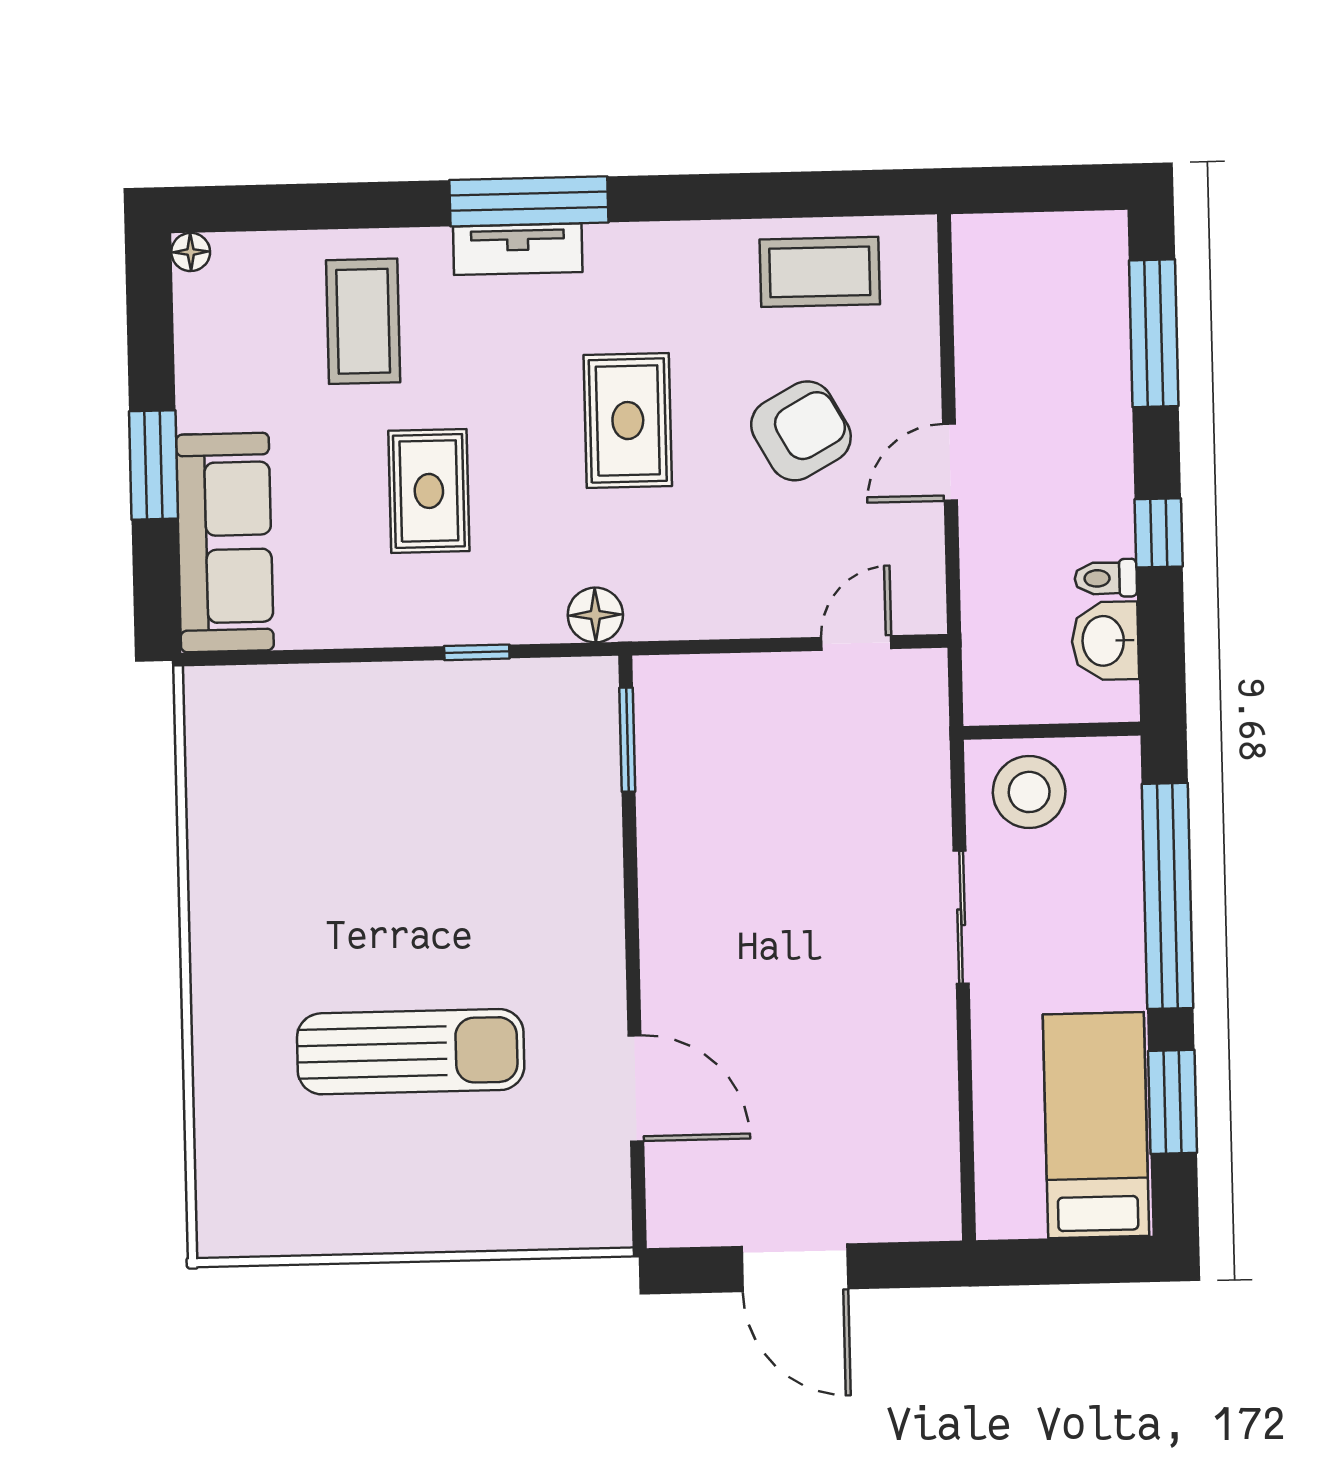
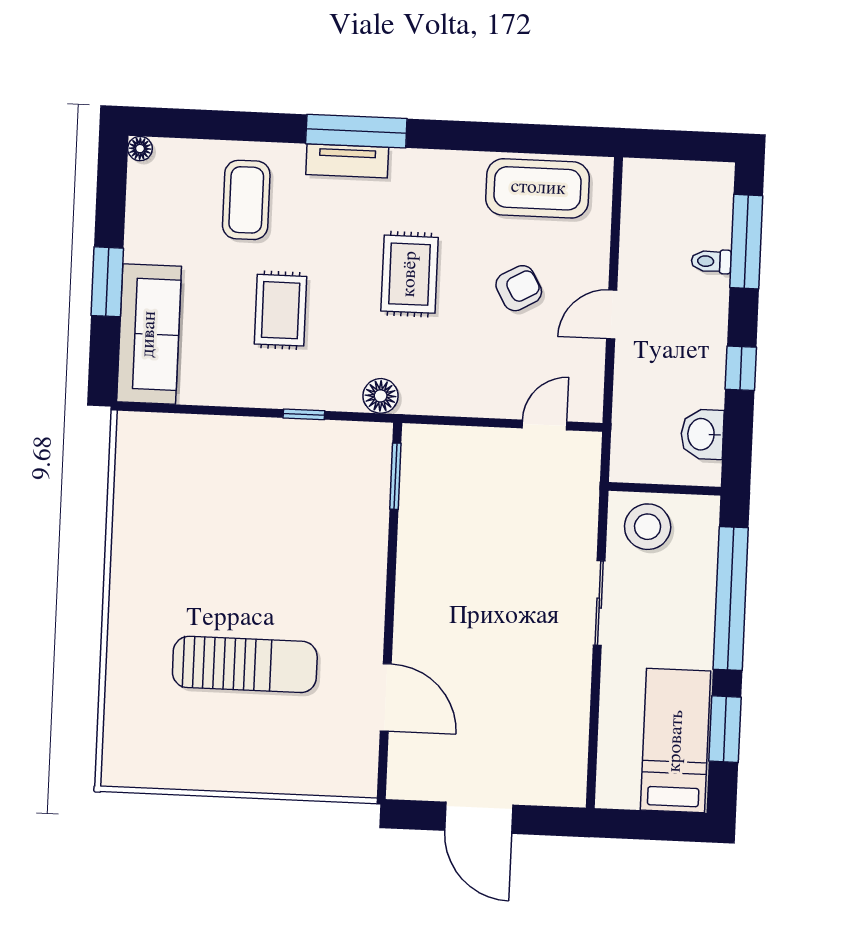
coffee table: (820, 272) -> (538, 188), width x1.36, depth x1.32
armchair: (801, 431) -> (519, 288), width x0.72, depth x0.72
toilet: (1106, 578) -> (711, 261), moved

